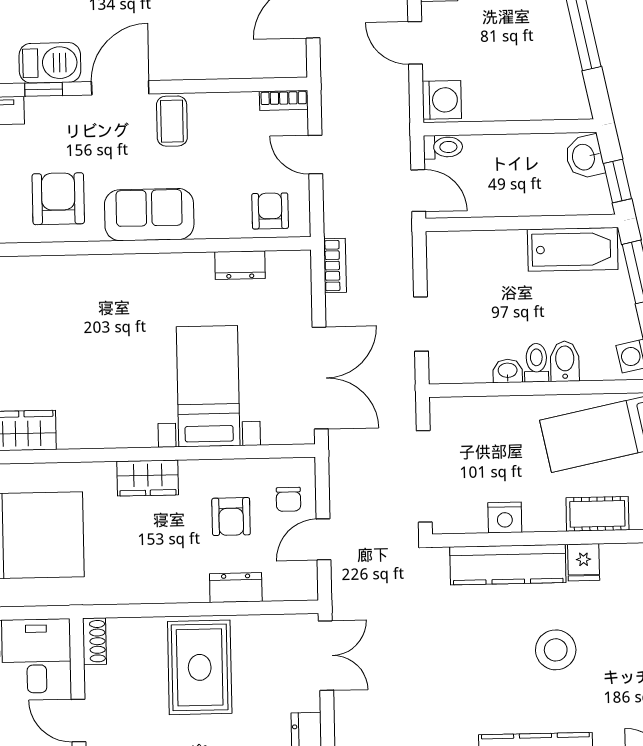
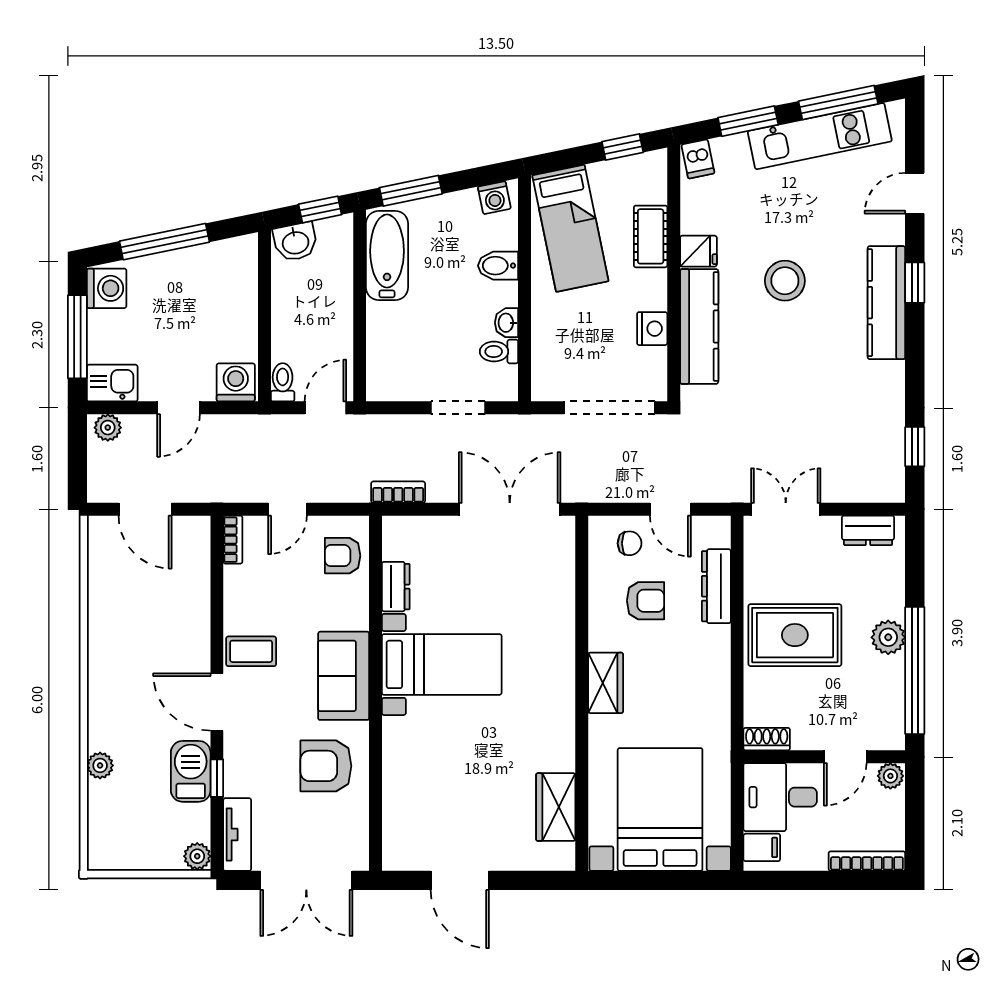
toilet: (536, 363) -> (499, 352), moved
bed with nightstands: (208, 386) -> (442, 664), moved, turned 180
dresser: (236, 588) -> (716, 586), width x1.44

